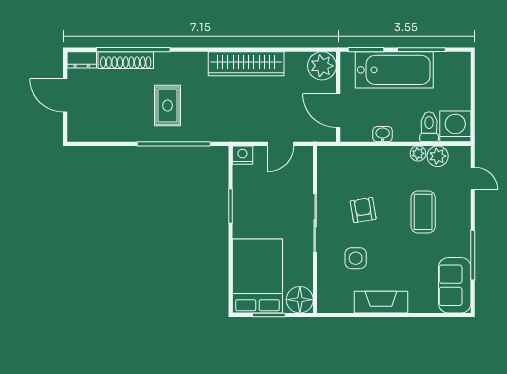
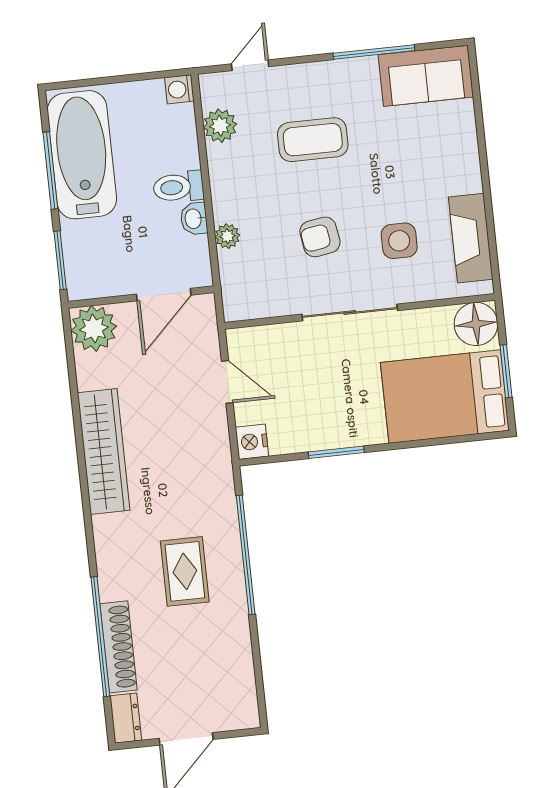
bathtub: (394, 70) -> (82, 155), moved
rug: (168, 106) -> (185, 571), turned 90
washing machine: (455, 126) -> (179, 89), width x0.53, depth x0.53
toilet: (429, 127) -> (178, 187), moved
plant: (418, 153) -> (227, 236), moved
fireplace: (381, 302) -> (471, 238), moved

